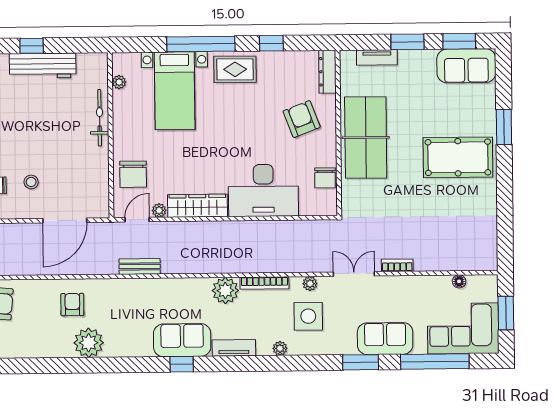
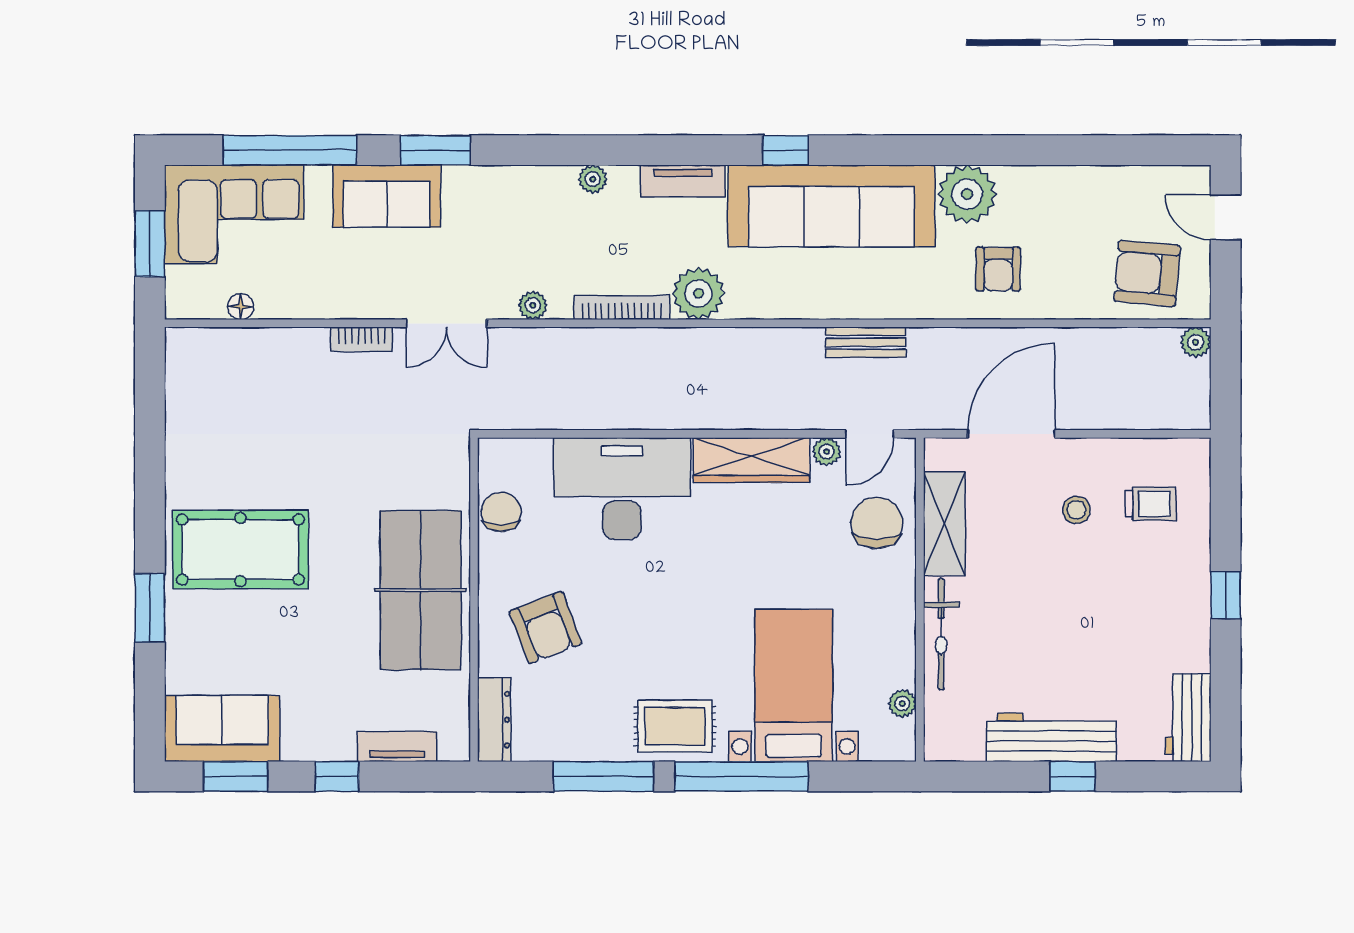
window: (407, 42) -> (337, 776), width x0.67
window: (271, 43) -> (603, 776), width x2.17
shelving: (99, 174) -> (944, 524), added
side table: (308, 316) -> (537, 242), removed
sofa: (182, 340) -> (832, 206), width x1.85, depth x1.27

